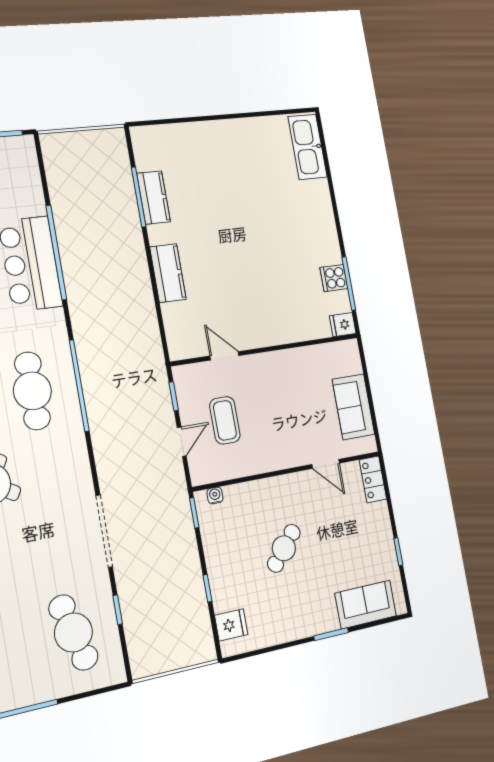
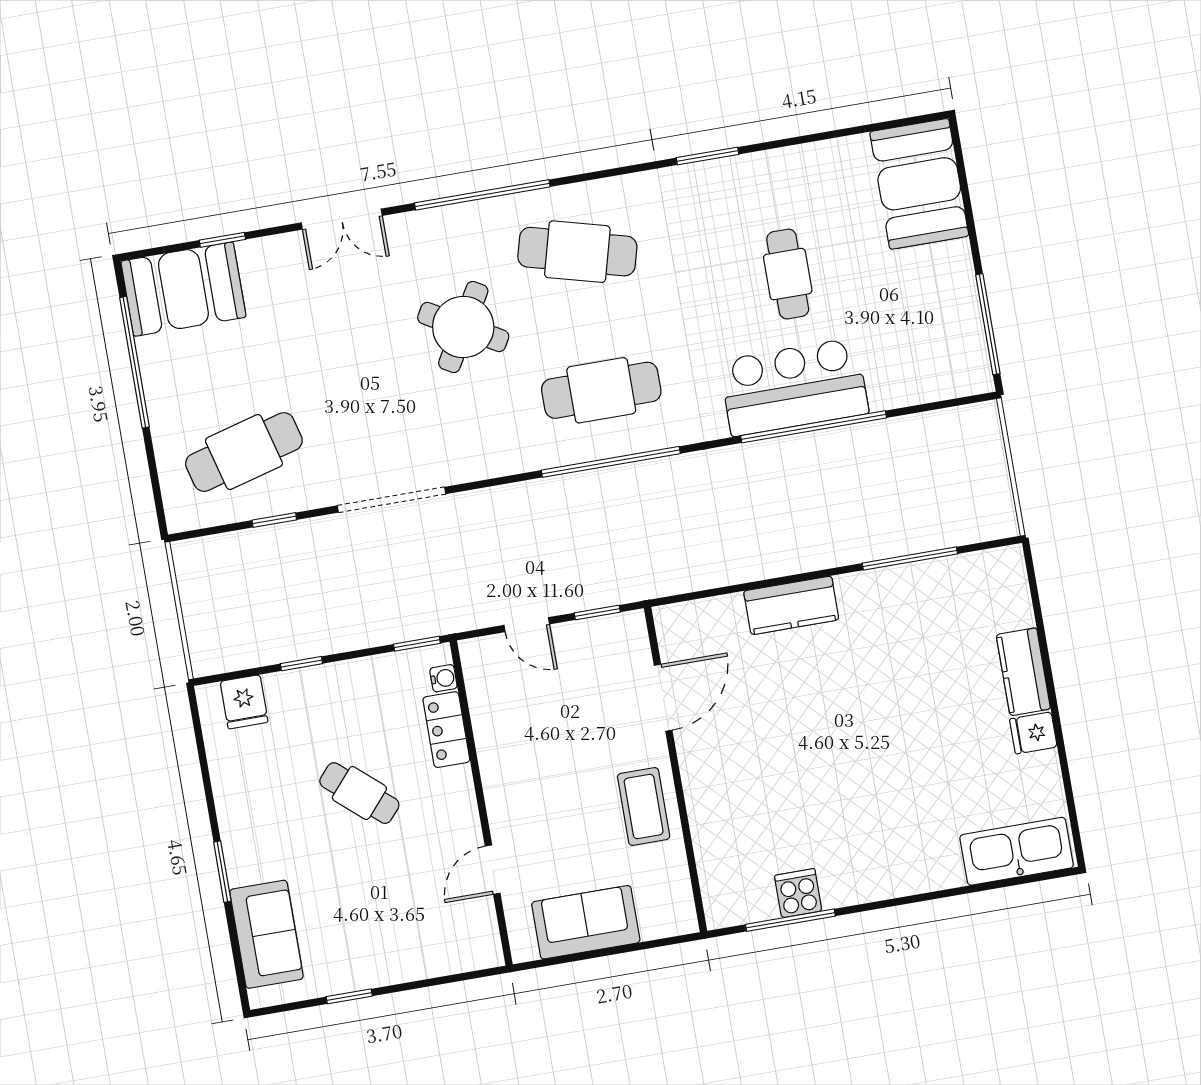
kitchen counter: (154, 198) -> (1023, 672), moved, turned 90
fridge: (343, 325) -> (1033, 733), moved, turned -90
door: (224, 356) -> (663, 698), width x1.38
coffee table: (225, 420) -> (644, 806), moved, turned 90
locker: (373, 479) -> (446, 730), moved, turned -90

